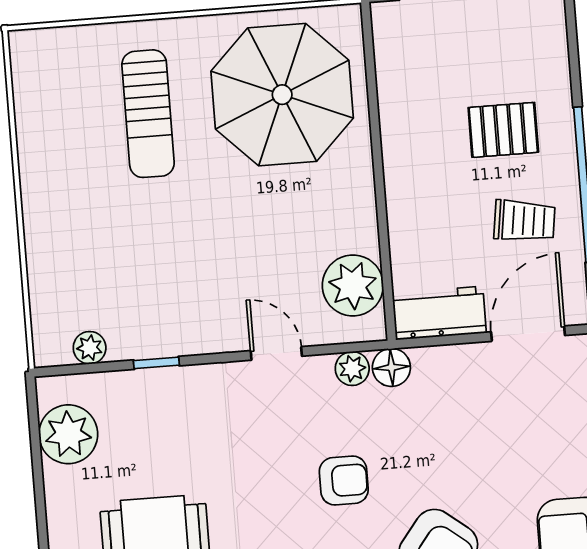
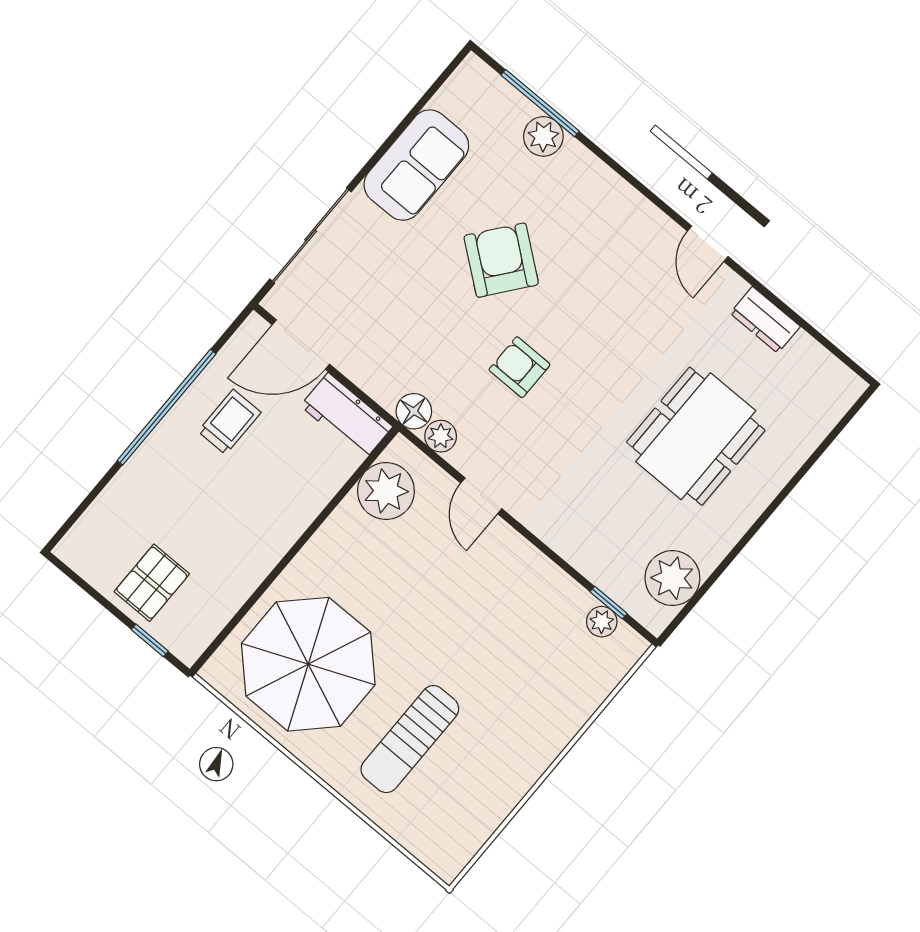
sun lounger: (148, 114) -> (410, 739), turned 180
pallet: (503, 130) -> (152, 583), moved, turned 90
trolley: (524, 221) -> (229, 422), turned 82
window: (156, 363) -> (608, 603), moved

